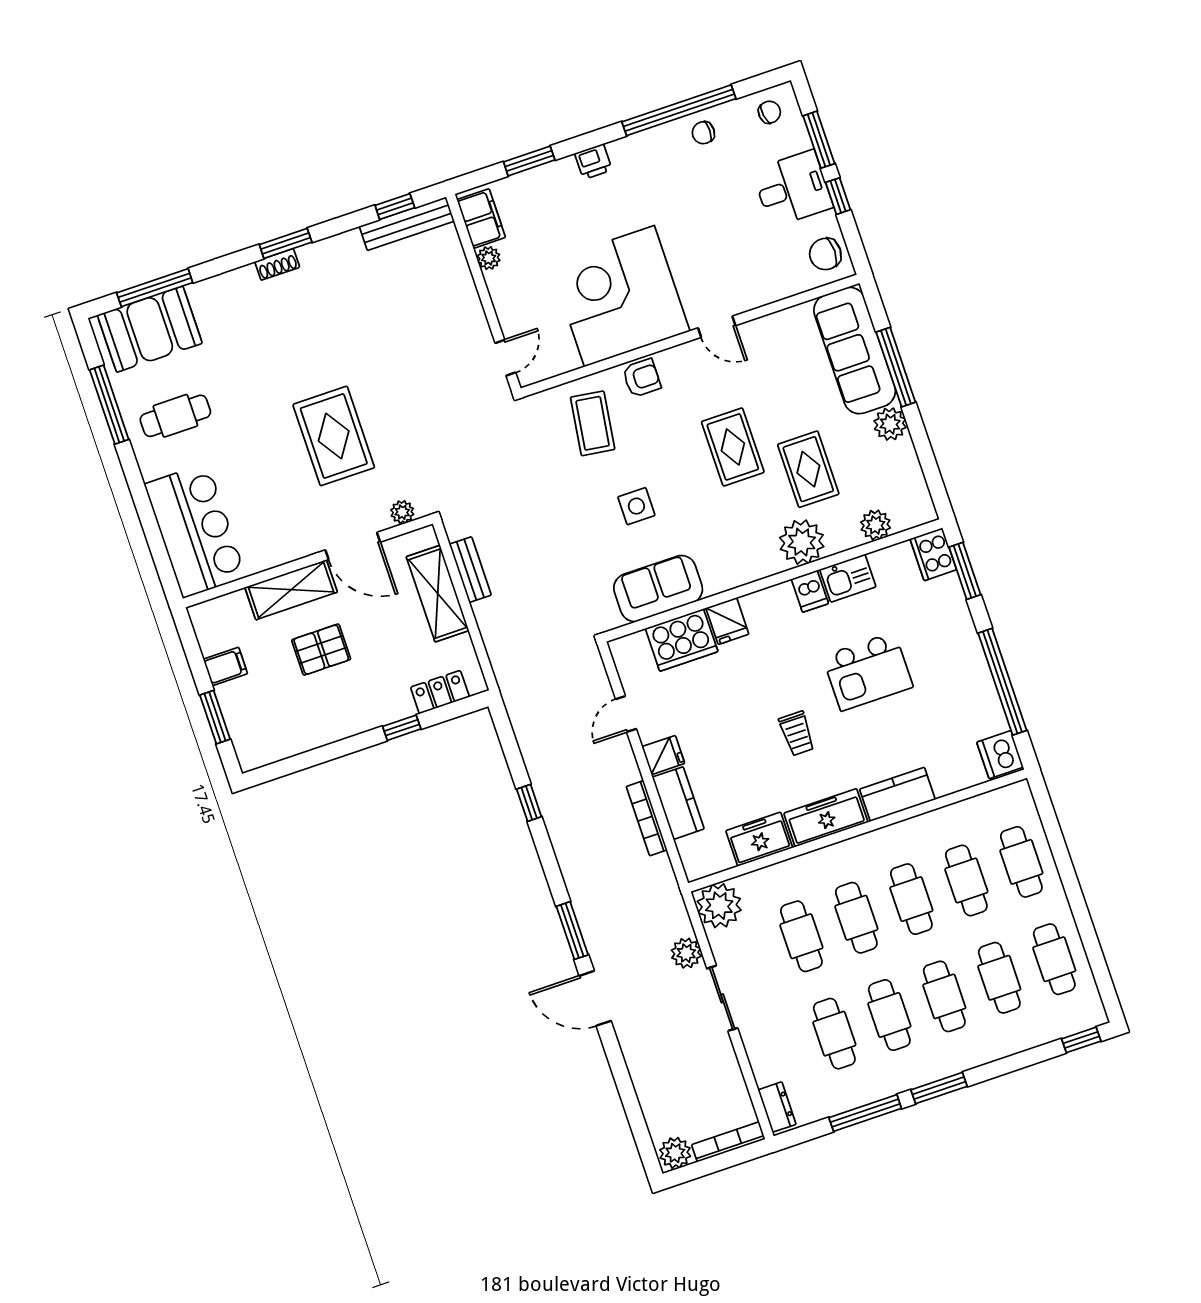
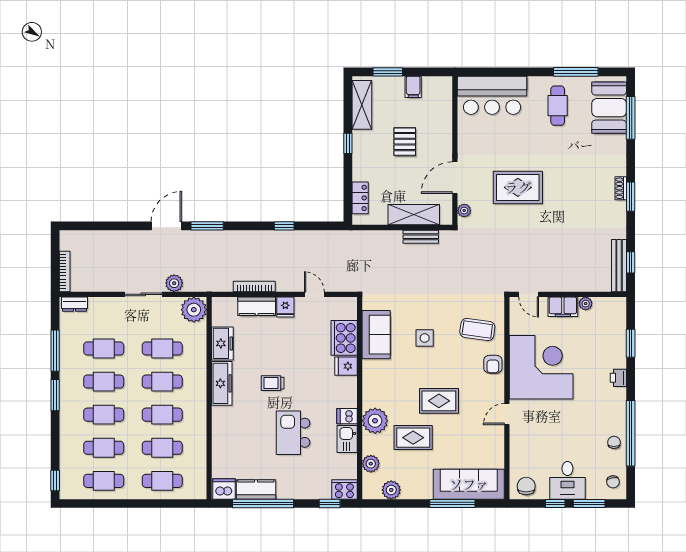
filing cabinet: (481, 219) -> (563, 307), moved
plant: (890, 424) -> (391, 490), moved
window: (965, 571) -> (330, 503), width x0.67
shelving: (291, 590) -> (362, 105), moved
window: (402, 728) -> (348, 143), moved
kitchen counter: (897, 794) -> (256, 490), moved, turned -90
plant: (675, 1153) -> (68, 241), removed

